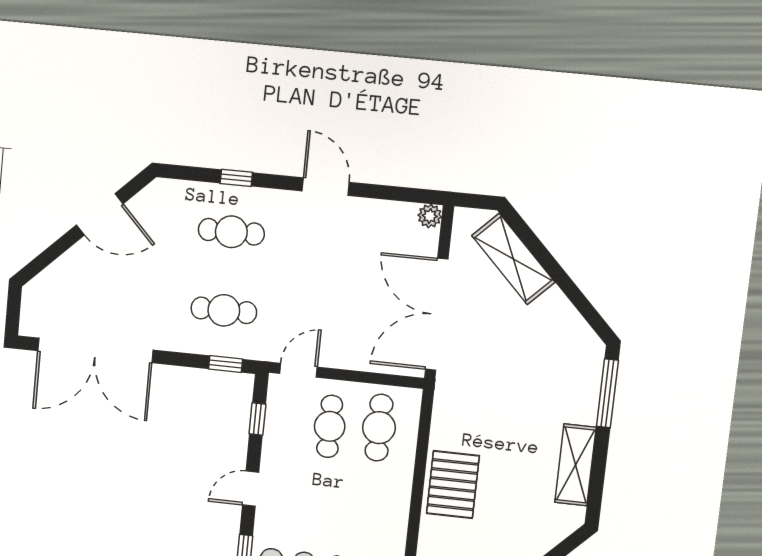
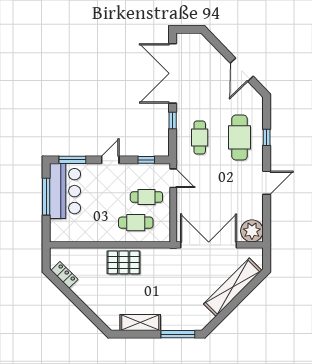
plant: (430, 216) -> (252, 231), width x1.88, depth x1.88
cafe table: (231, 232) -> (240, 137), width x1.37, depth x1.35
shelving: (513, 259) -> (233, 287), width x1.47
window: (226, 364) -> (173, 120), moved
cafe table: (379, 428) -> (136, 223), moved
door: (251, 489) -> (110, 160), hinge flipped

